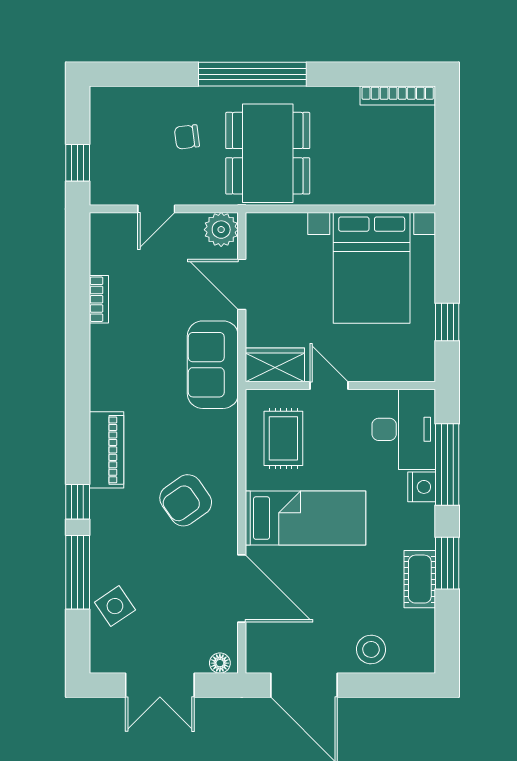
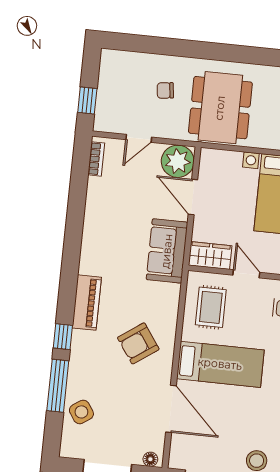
window: (252, 74) -> (215, 51), removed
plant: (221, 230) -> (178, 161), width x1.36, depth x1.36
bookcase: (99, 299) -> (96, 159), moved

